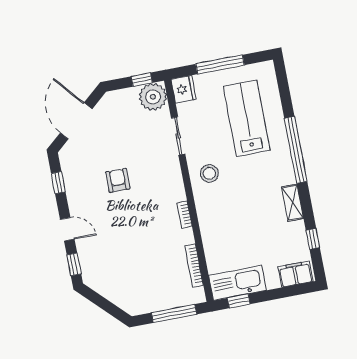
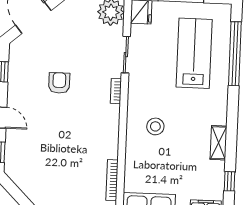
window: (296, 150) -> (235, 54), moved
stool: (209, 173) -> (155, 126), moved
bookcase: (185, 215) -> (116, 91), moved

